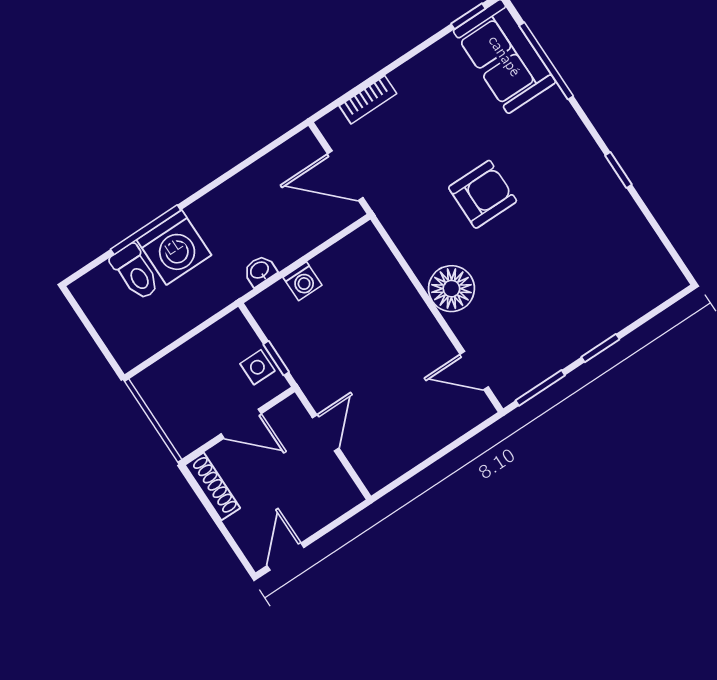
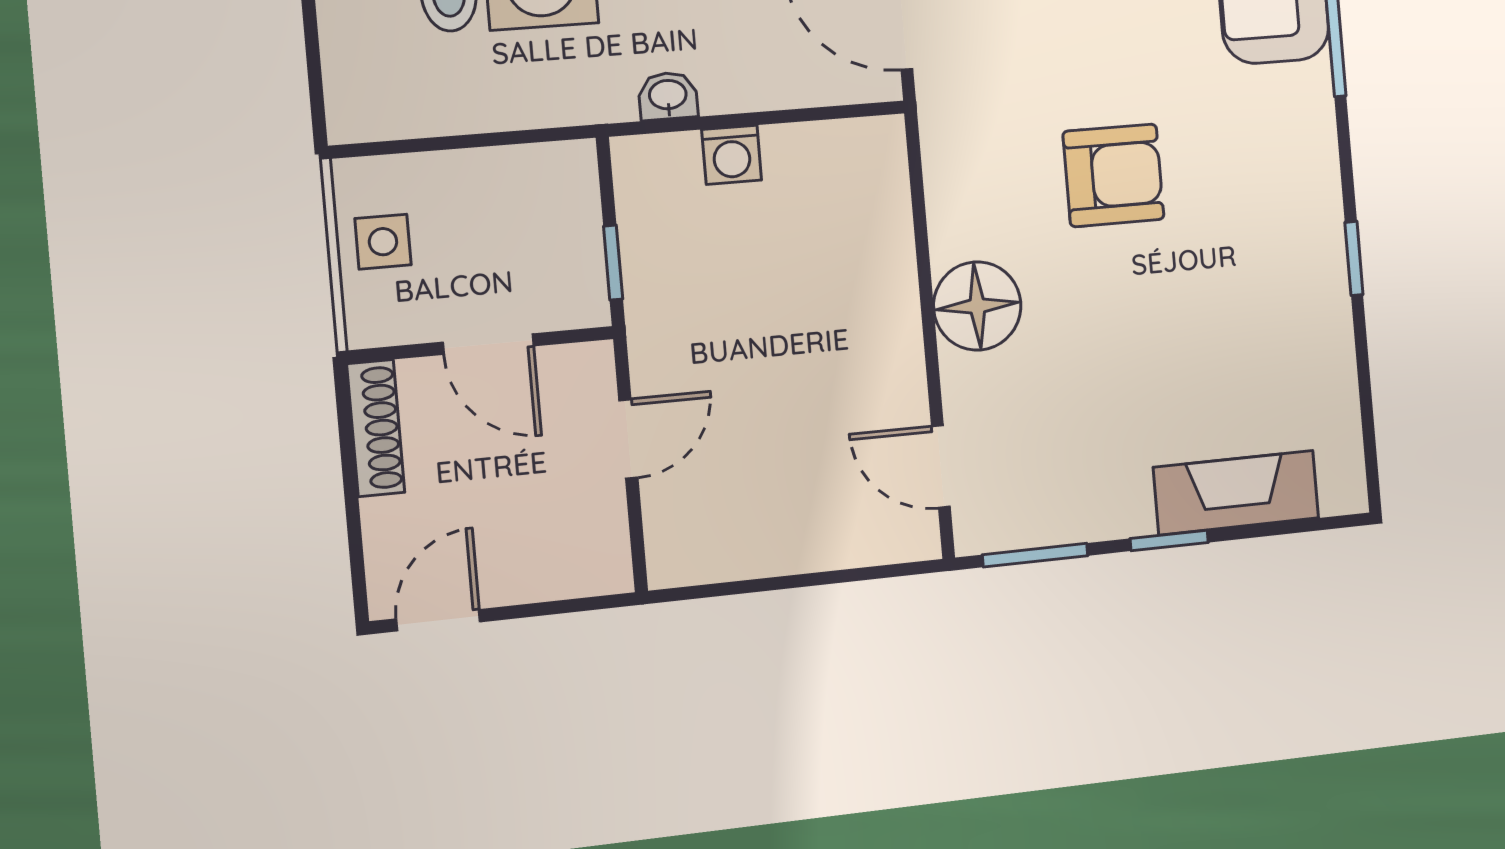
fireplace: (620, 309) -> (1236, 493), added
side table: (257, 367) -> (383, 242), moved

